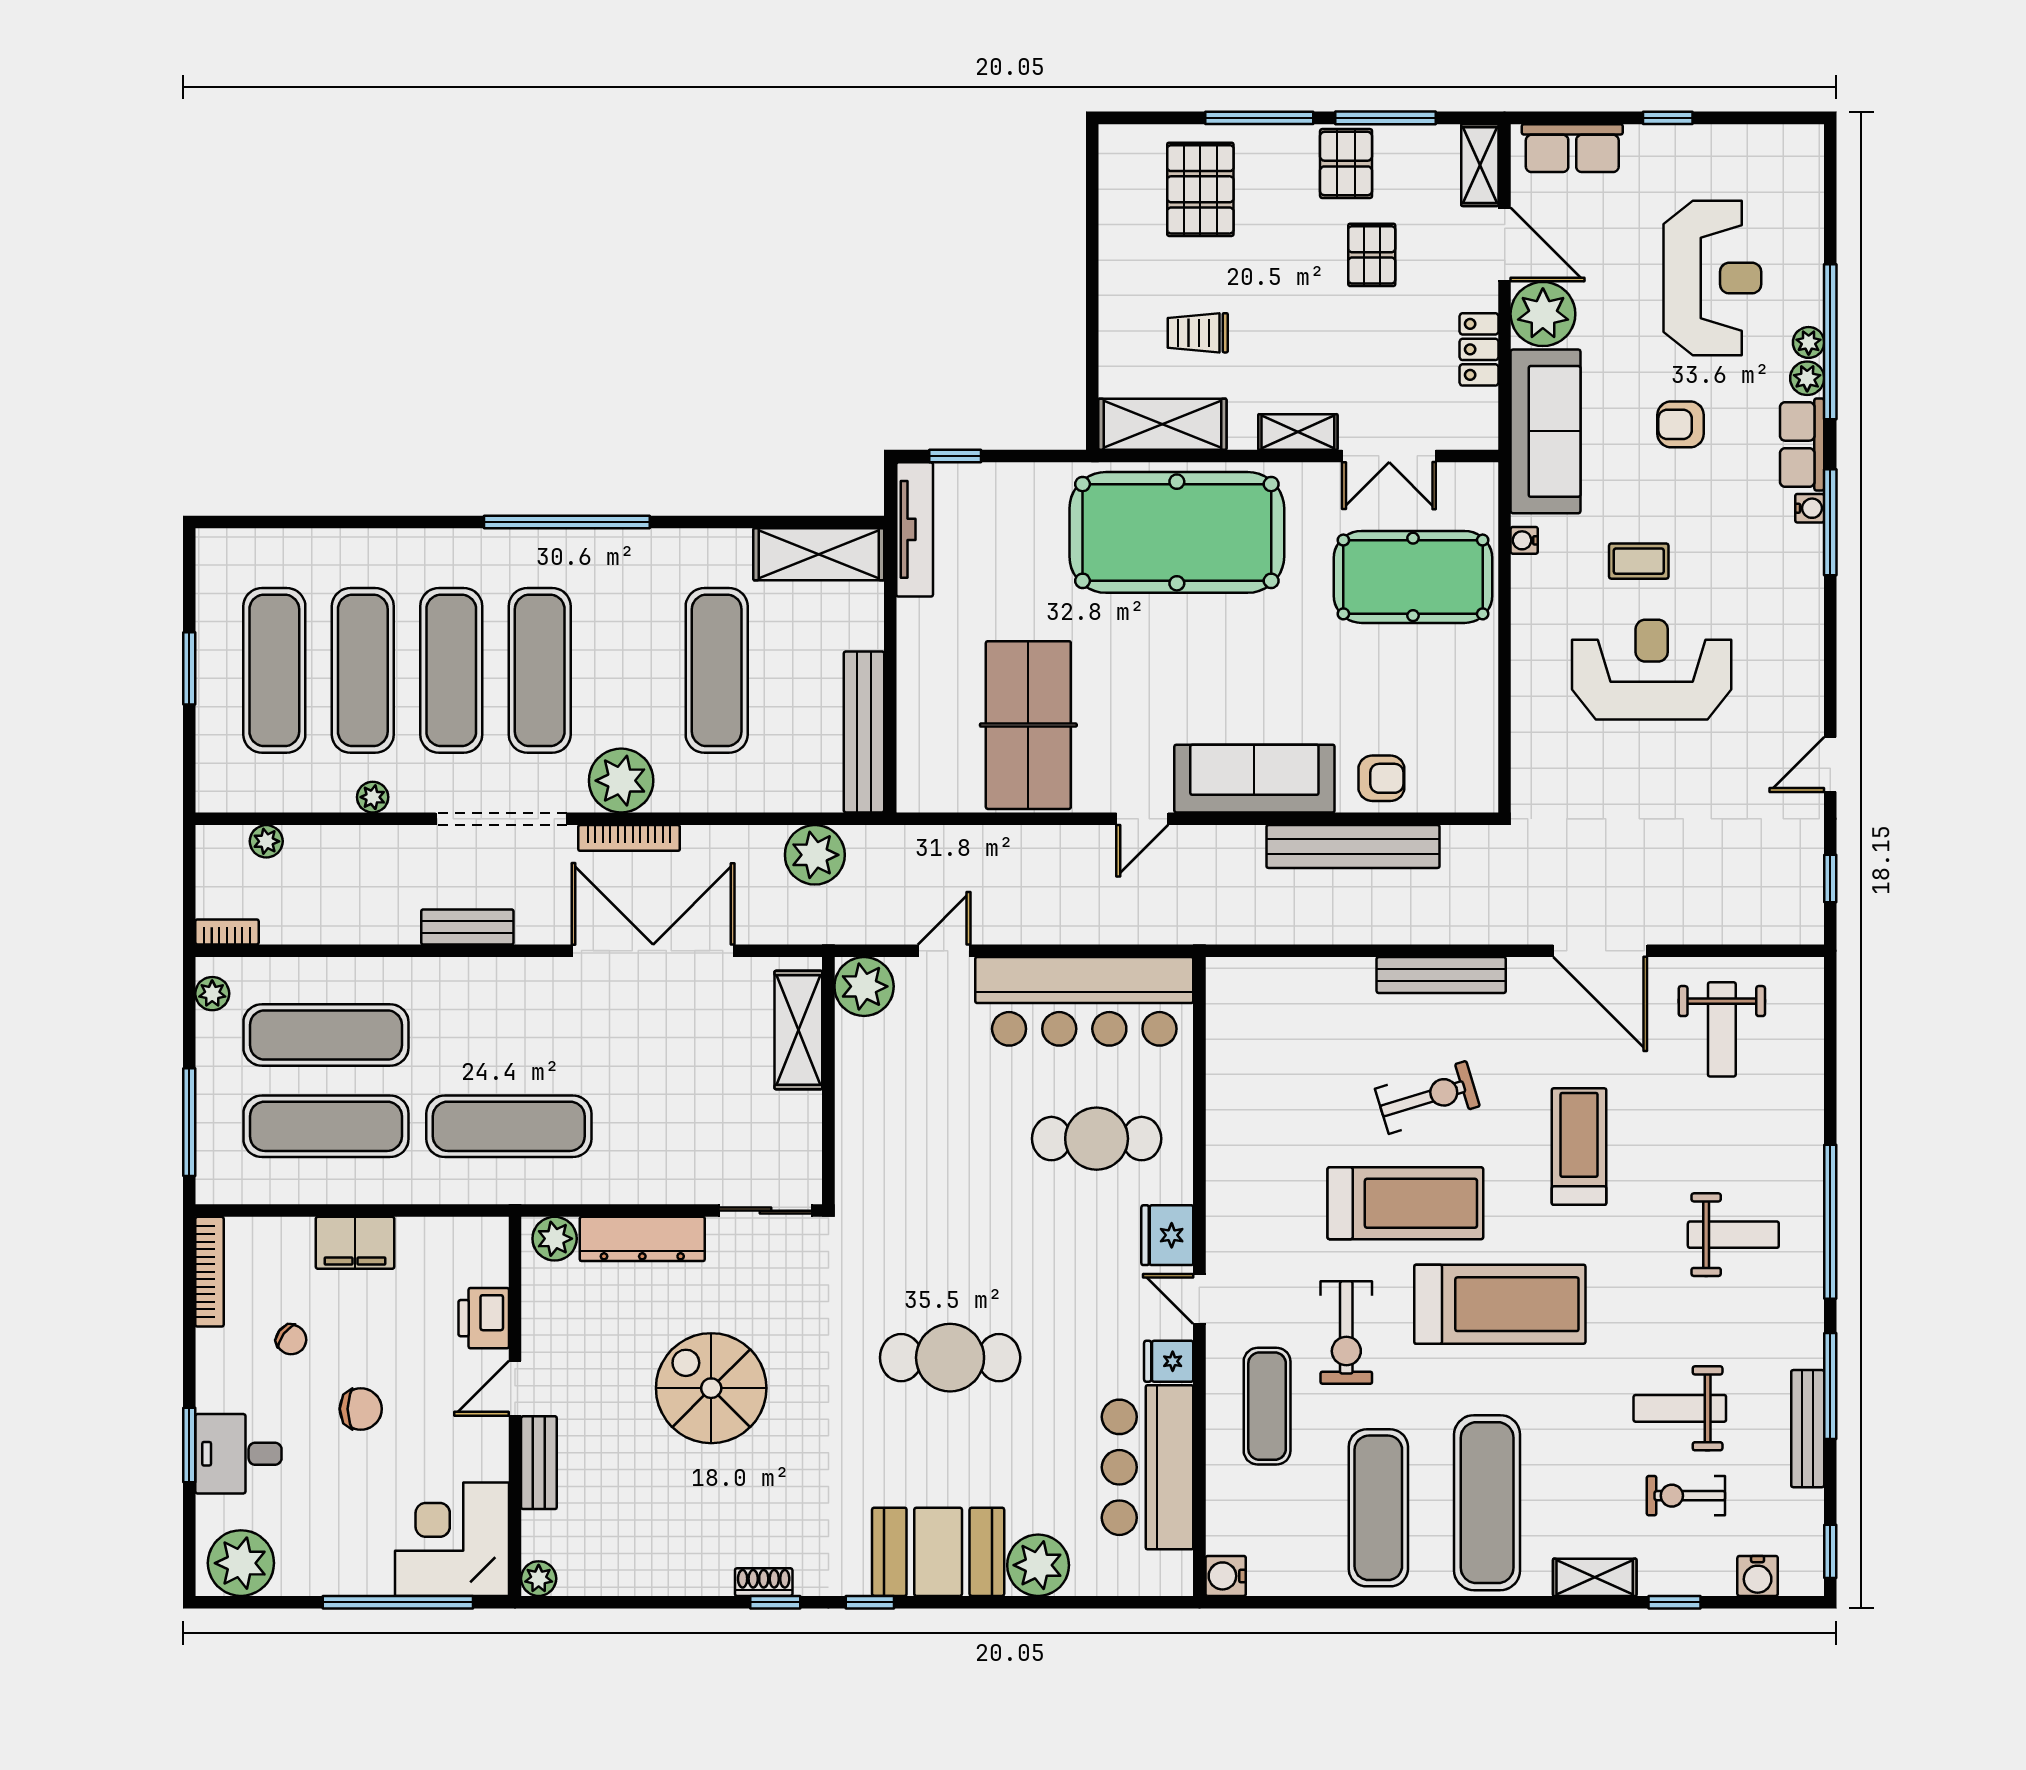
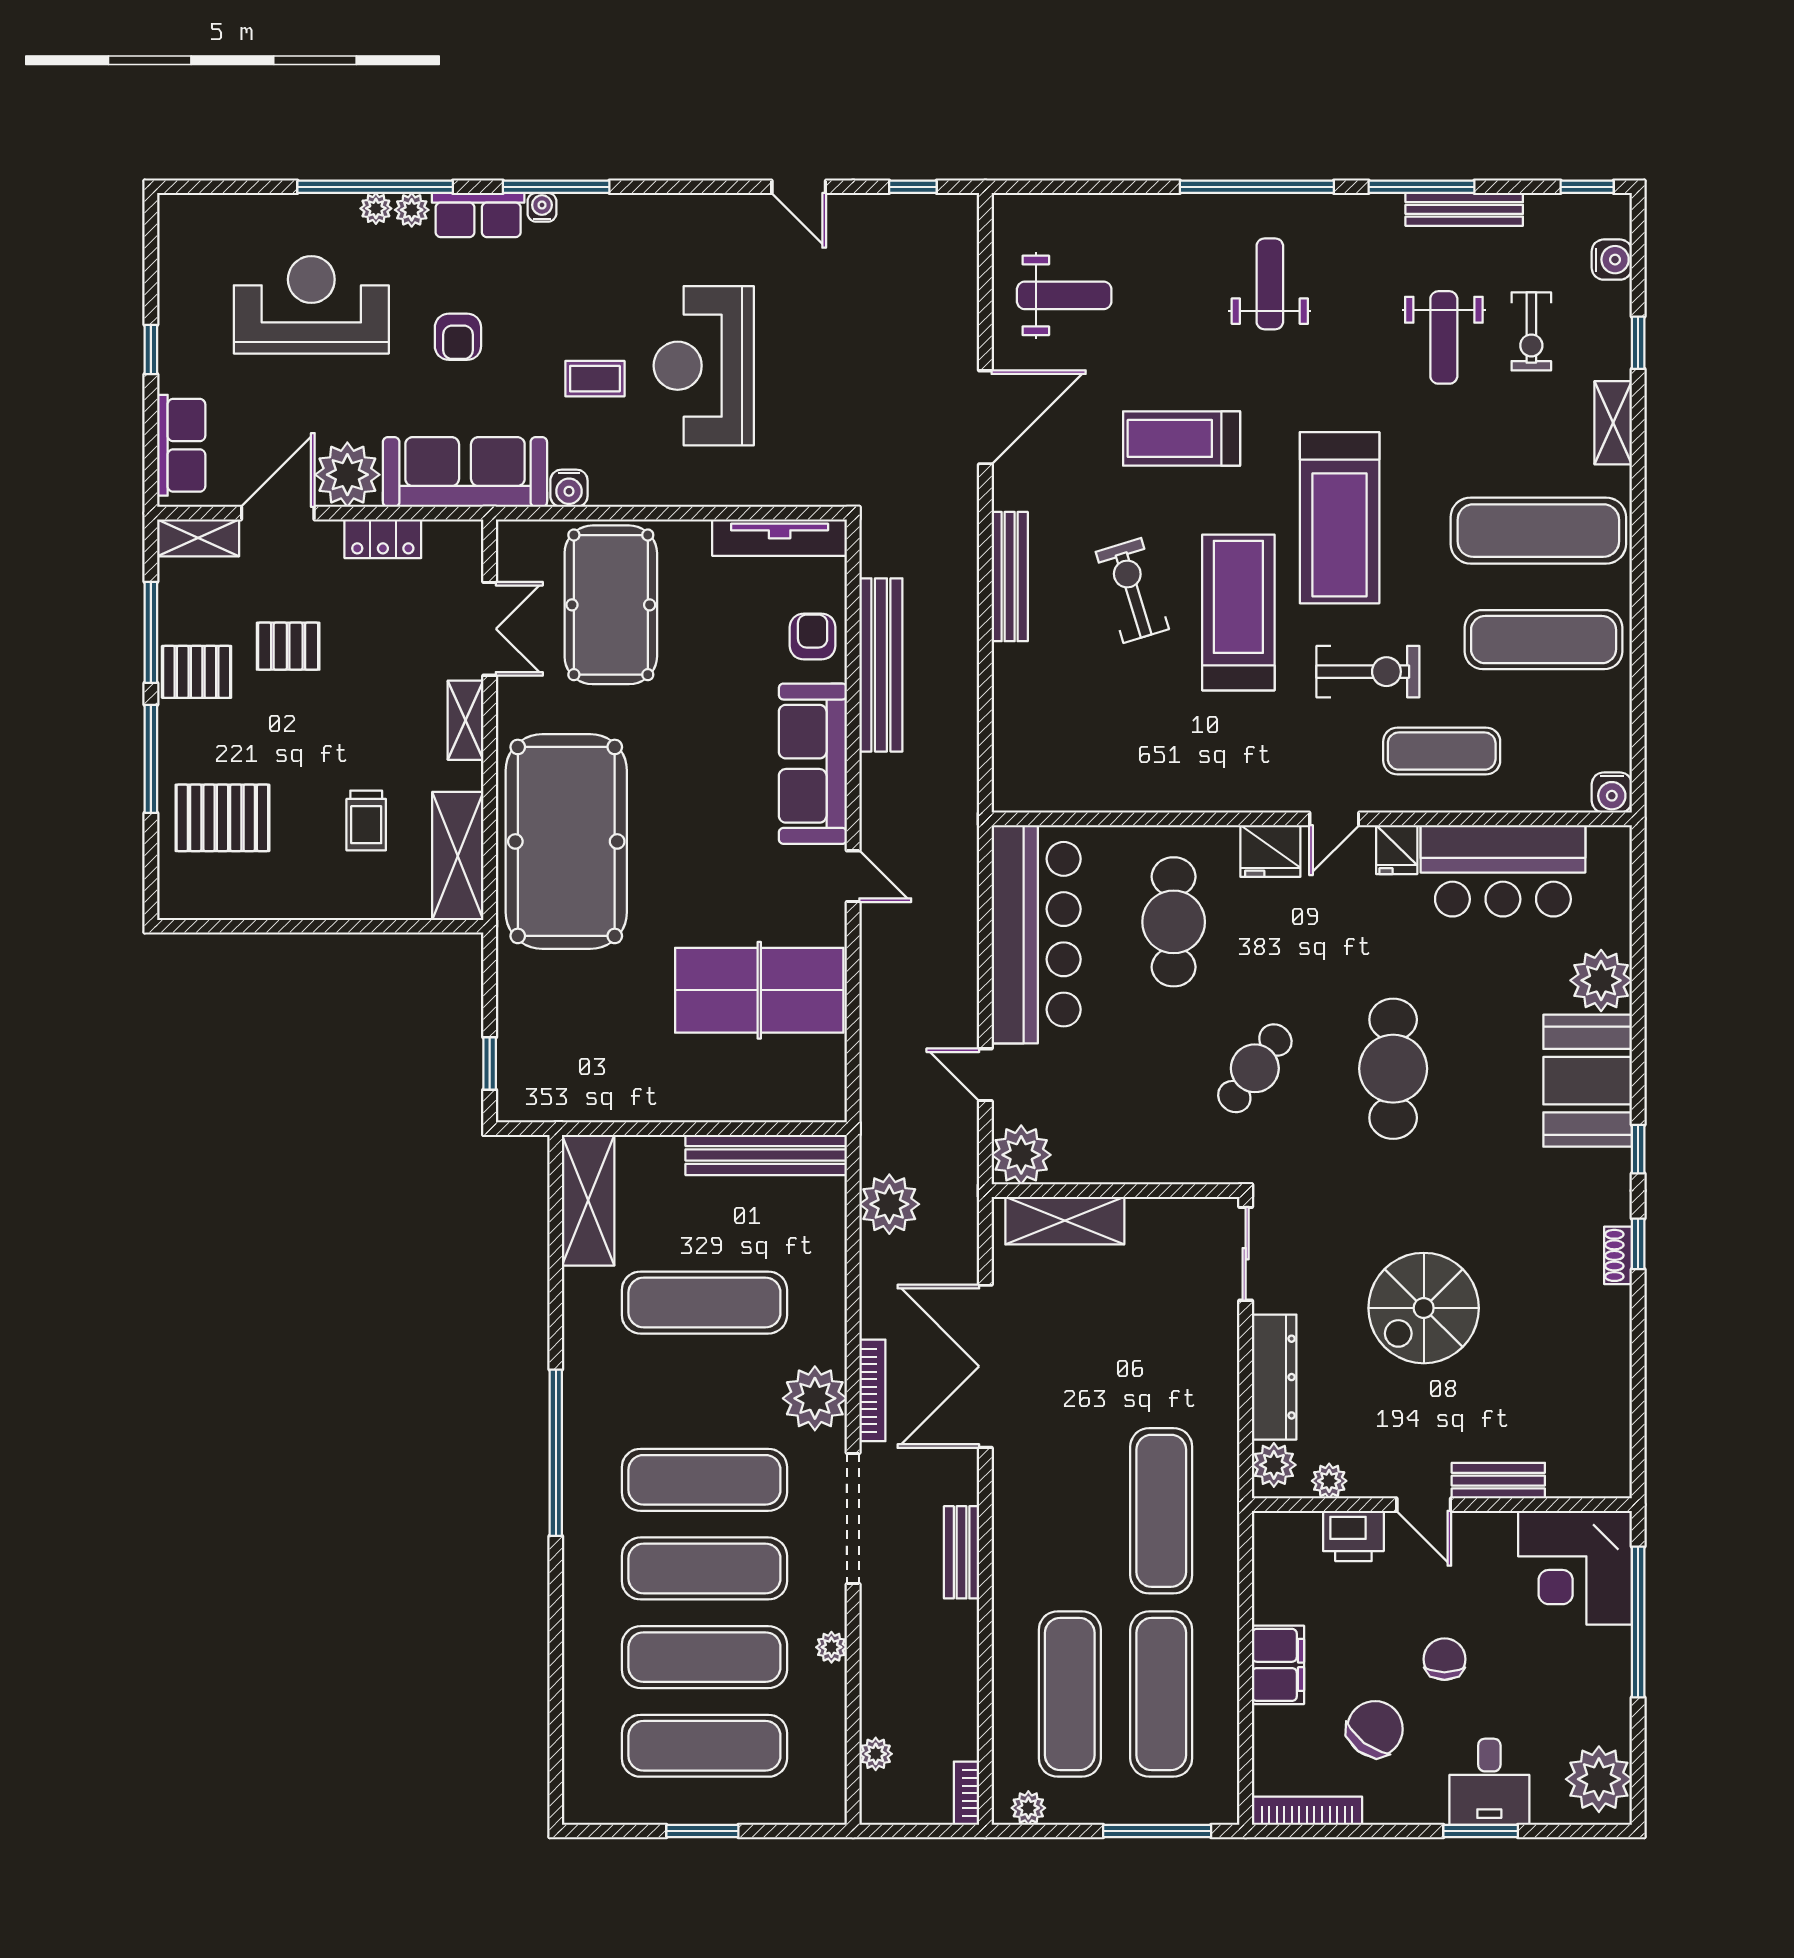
tv unit: (915, 529) -> (780, 538), moved, turned 180
water cooler: (1524, 540) -> (569, 488), width x1.38, depth x1.38
coffee table: (1639, 561) -> (595, 379), turned 90
cafe table: (950, 1220) -> (1255, 1068), added
treadmill: (1500, 1304) -> (1340, 518), turned 180
chair: (291, 1340) -> (1375, 1729), width x1.87, depth x1.87
plant: (539, 1579) -> (1329, 1481), moved

